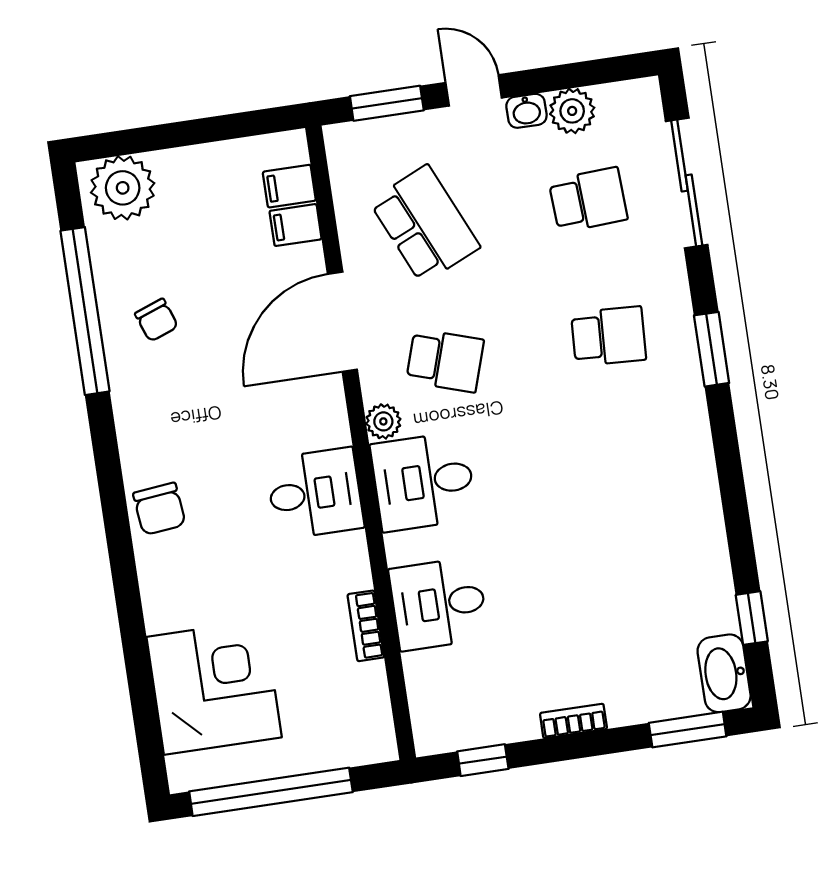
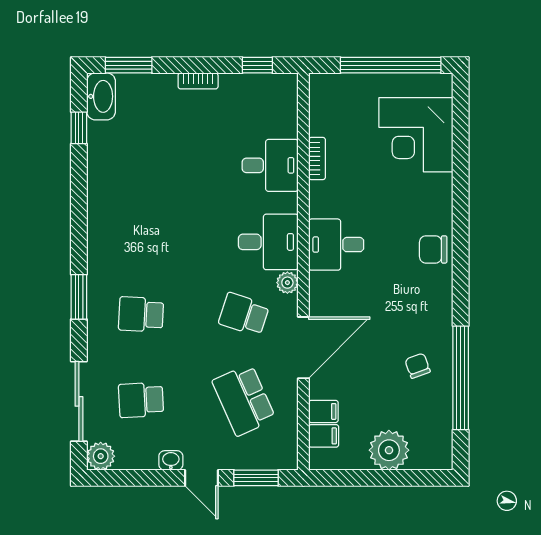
plant: (572, 111) -> (101, 456), moved
plant: (123, 188) -> (389, 450), moved
chair: (159, 509) -> (433, 249), turned -84

